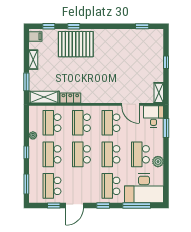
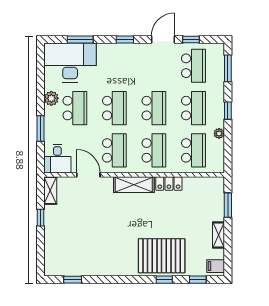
window: (166, 62) -> (41, 218), moved
shelving: (44, 97) -> (134, 185), moved
window: (166, 128) -> (41, 129), moved
school desk: (111, 186) -> (114, 66), removed
window: (137, 205) -> (80, 39), width x0.69

